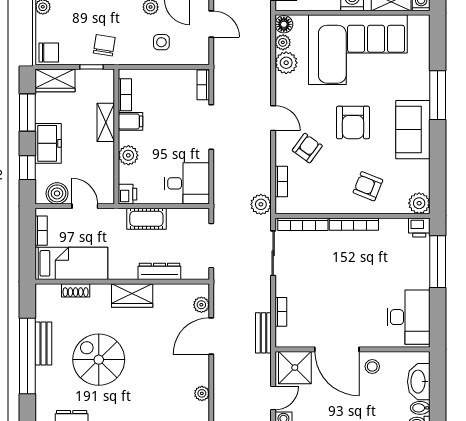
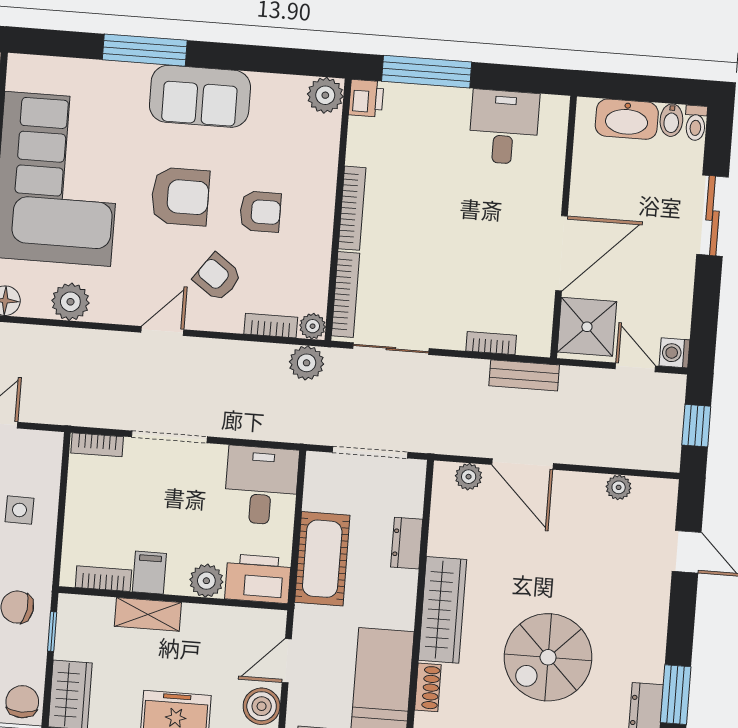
plant: (283, 42) -> (313, 326), moved
armchair: (368, 186) -> (260, 212), moved, turned -112
printer: (127, 194) -> (258, 579), width x1.87, depth x1.48
cot: (146, 219) -> (322, 559), width x1.37, depth x1.34
dresser: (159, 271) -> (407, 543), width x0.70
wardrobe: (132, 295) -> (442, 610), width x1.50
desk: (408, 317) -> (504, 127), width x0.73
stool: (372, 366) -> (595, 196), removed

